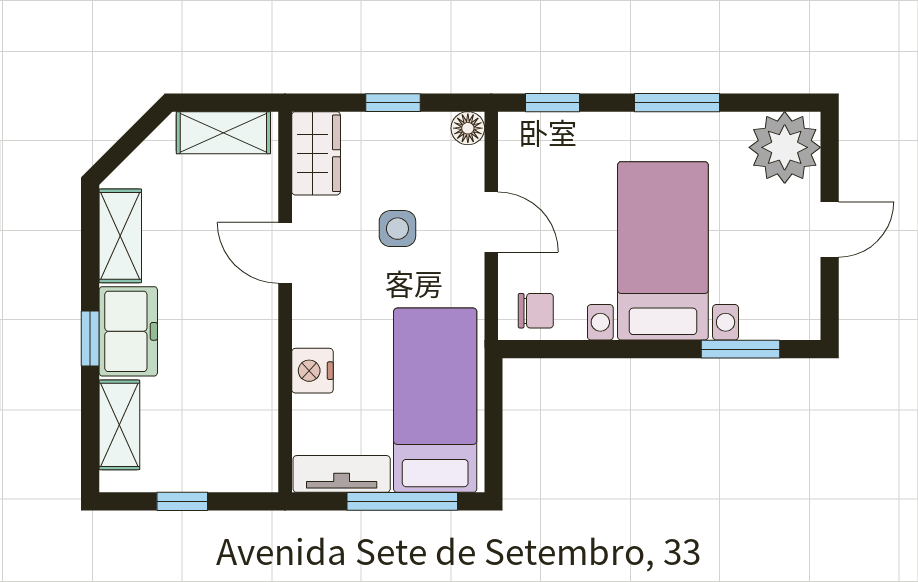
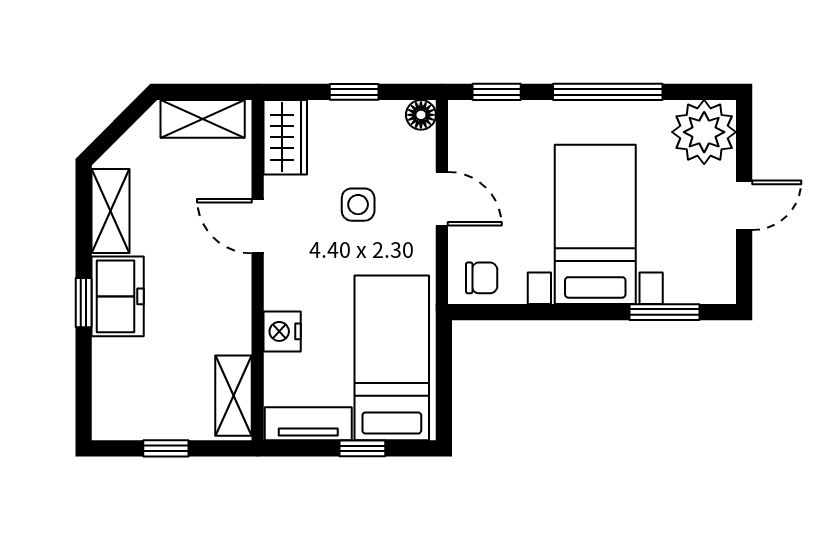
window: (677, 103) -> (608, 92), width x1.44
shelving: (119, 425) -> (234, 396), moved
window: (402, 501) -> (362, 448), width x0.46

